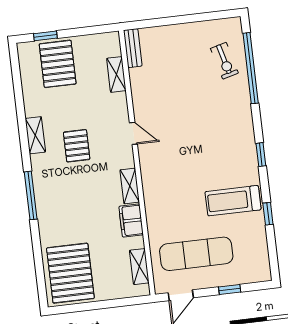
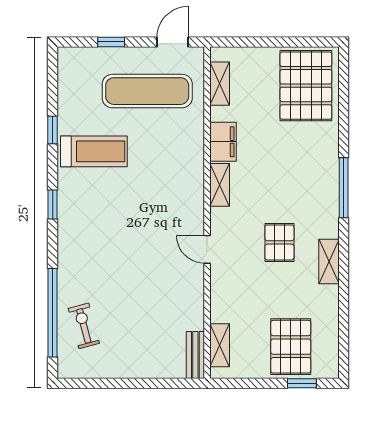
shelving: (116, 74) -> (220, 345), moved

